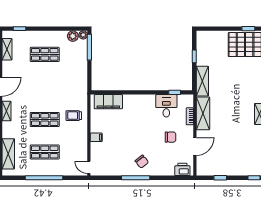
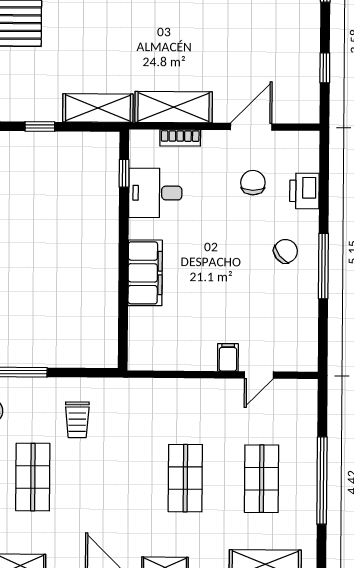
filing cabinet: (108, 102) -> (145, 273), moved
trolley: (74, 116) -> (77, 420), moved
chair: (170, 137) -> (253, 183), moved
door: (195, 147) -> (251, 127), hinge flipped
door: (89, 167) -> (259, 375), moved
printer: (182, 169) -> (304, 191), moved

